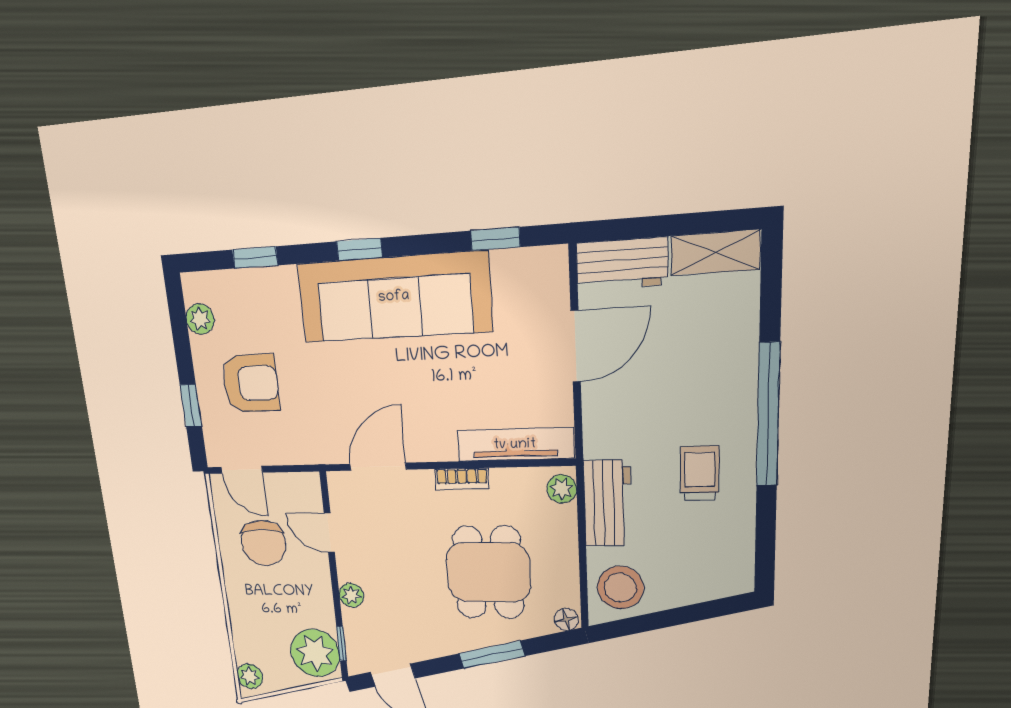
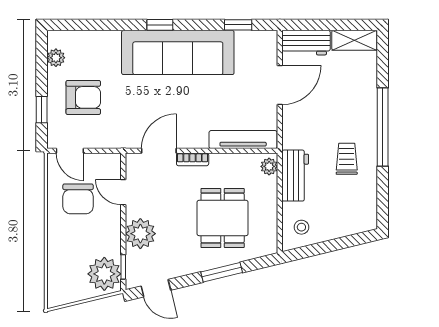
window: (255, 257) -> (96, 25), removed
bookcase: (462, 479) -> (193, 159), moved
stool: (620, 588) -> (301, 227), width x0.53, depth x0.53
plant: (351, 595) -> (140, 234), width x1.87, depth x1.87
floor lamp: (566, 620) -> (269, 248), removed
plant: (250, 676) -> (56, 292), removed

